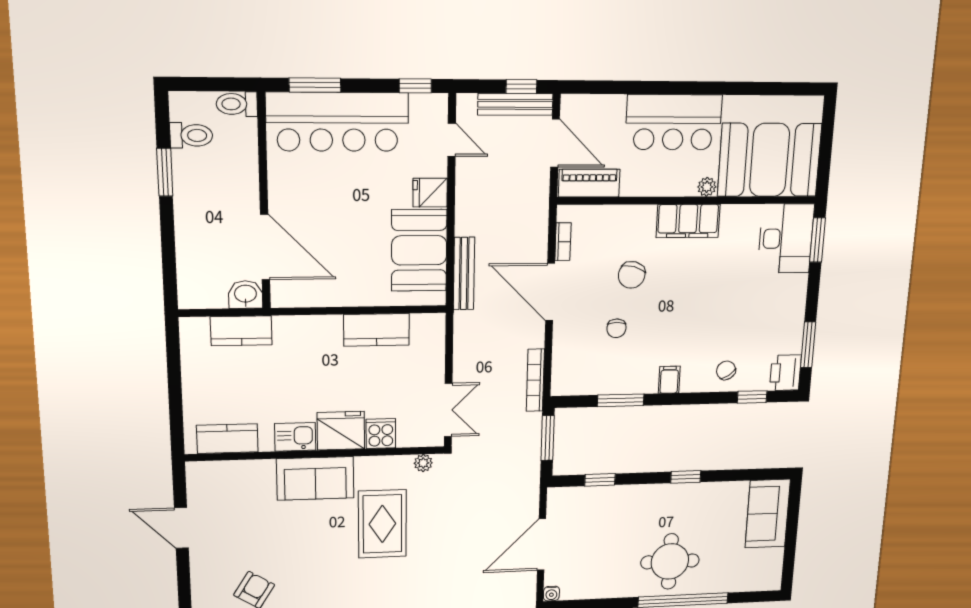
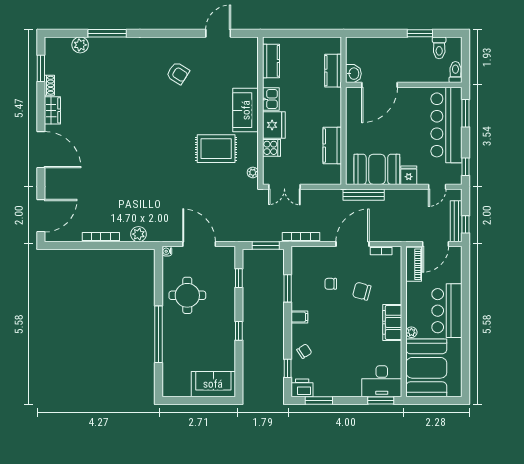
round table: (670, 561) -> (187, 295), moved

